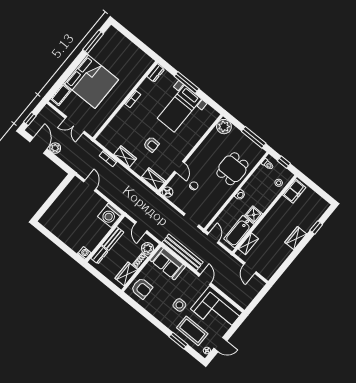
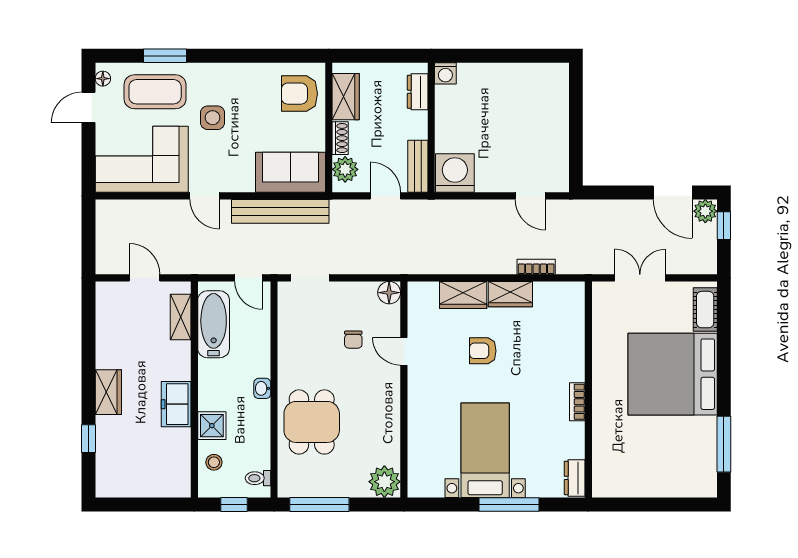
plant: (55, 148) -> (705, 211), moved
wardrobe: (154, 179) -> (463, 295), moved
freezer: (294, 191) -> (176, 404), moved
shower: (254, 215) -> (212, 426), moved
bench: (113, 238) -> (418, 166), moved

